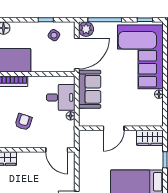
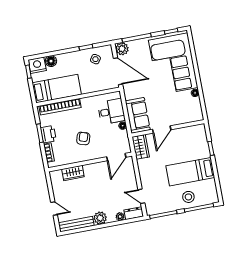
door: (77, 53) -> (118, 71), hinge flipped
sofa: (90, 89) -> (138, 115), moved
wardrobe: (150, 138) -> (141, 147), moved, turned -90
door: (57, 150) -> (116, 157), hinge flipped

